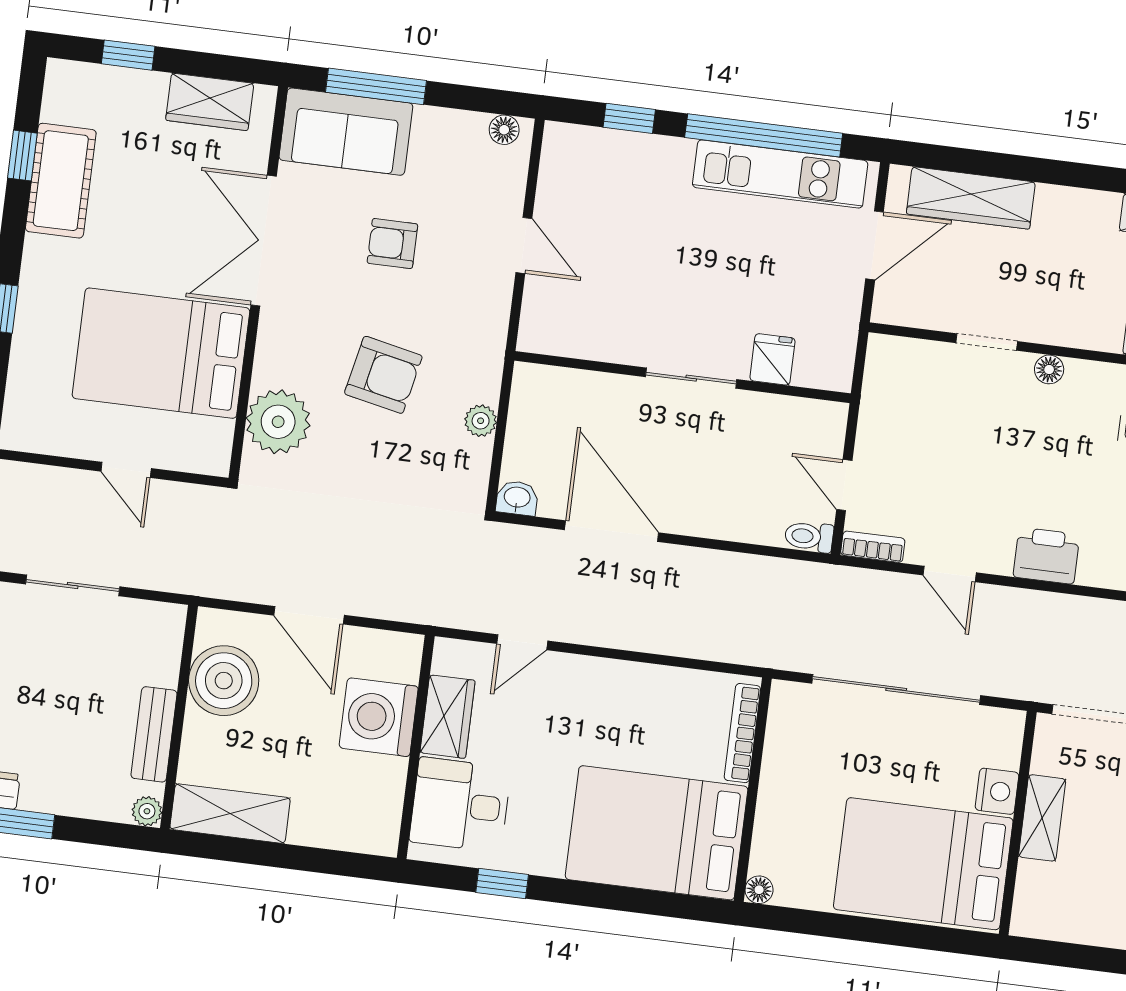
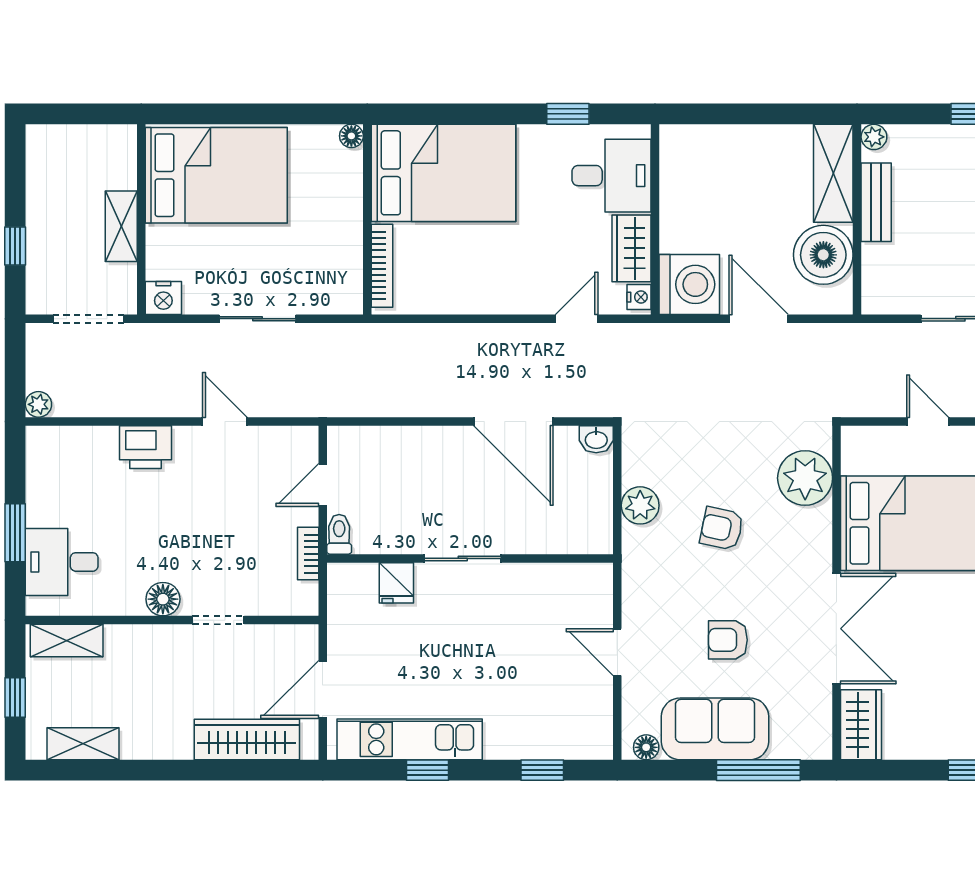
wardrobe: (210, 102) -> (861, 725), moved, turned 90
sofa: (346, 132) -> (715, 729), moved
window: (764, 135) -> (428, 770), width x0.32
armchair: (392, 244) -> (728, 640), turned 180
floor lamp: (1049, 369) -> (163, 599), width x1.37, depth x1.37
armchair: (383, 375) -> (722, 529), width x0.72, depth x0.72
plant: (481, 421) -> (640, 505), width x1.38, depth x1.38
door: (844, 485) -> (323, 485), swing flipped
toilet: (809, 537) -> (339, 534), moved, turned -90
bookcase: (873, 547) -> (308, 554), moved, turned 90
nightstand: (446, 658) -> (639, 297), added
sliding door: (896, 689) -> (257, 319), width x0.54
washing machine: (379, 717) -> (689, 284), moved
nightstand: (997, 791) -> (163, 298), moved, turned -90
shelving: (230, 814) -> (833, 173), moved, turned 90

